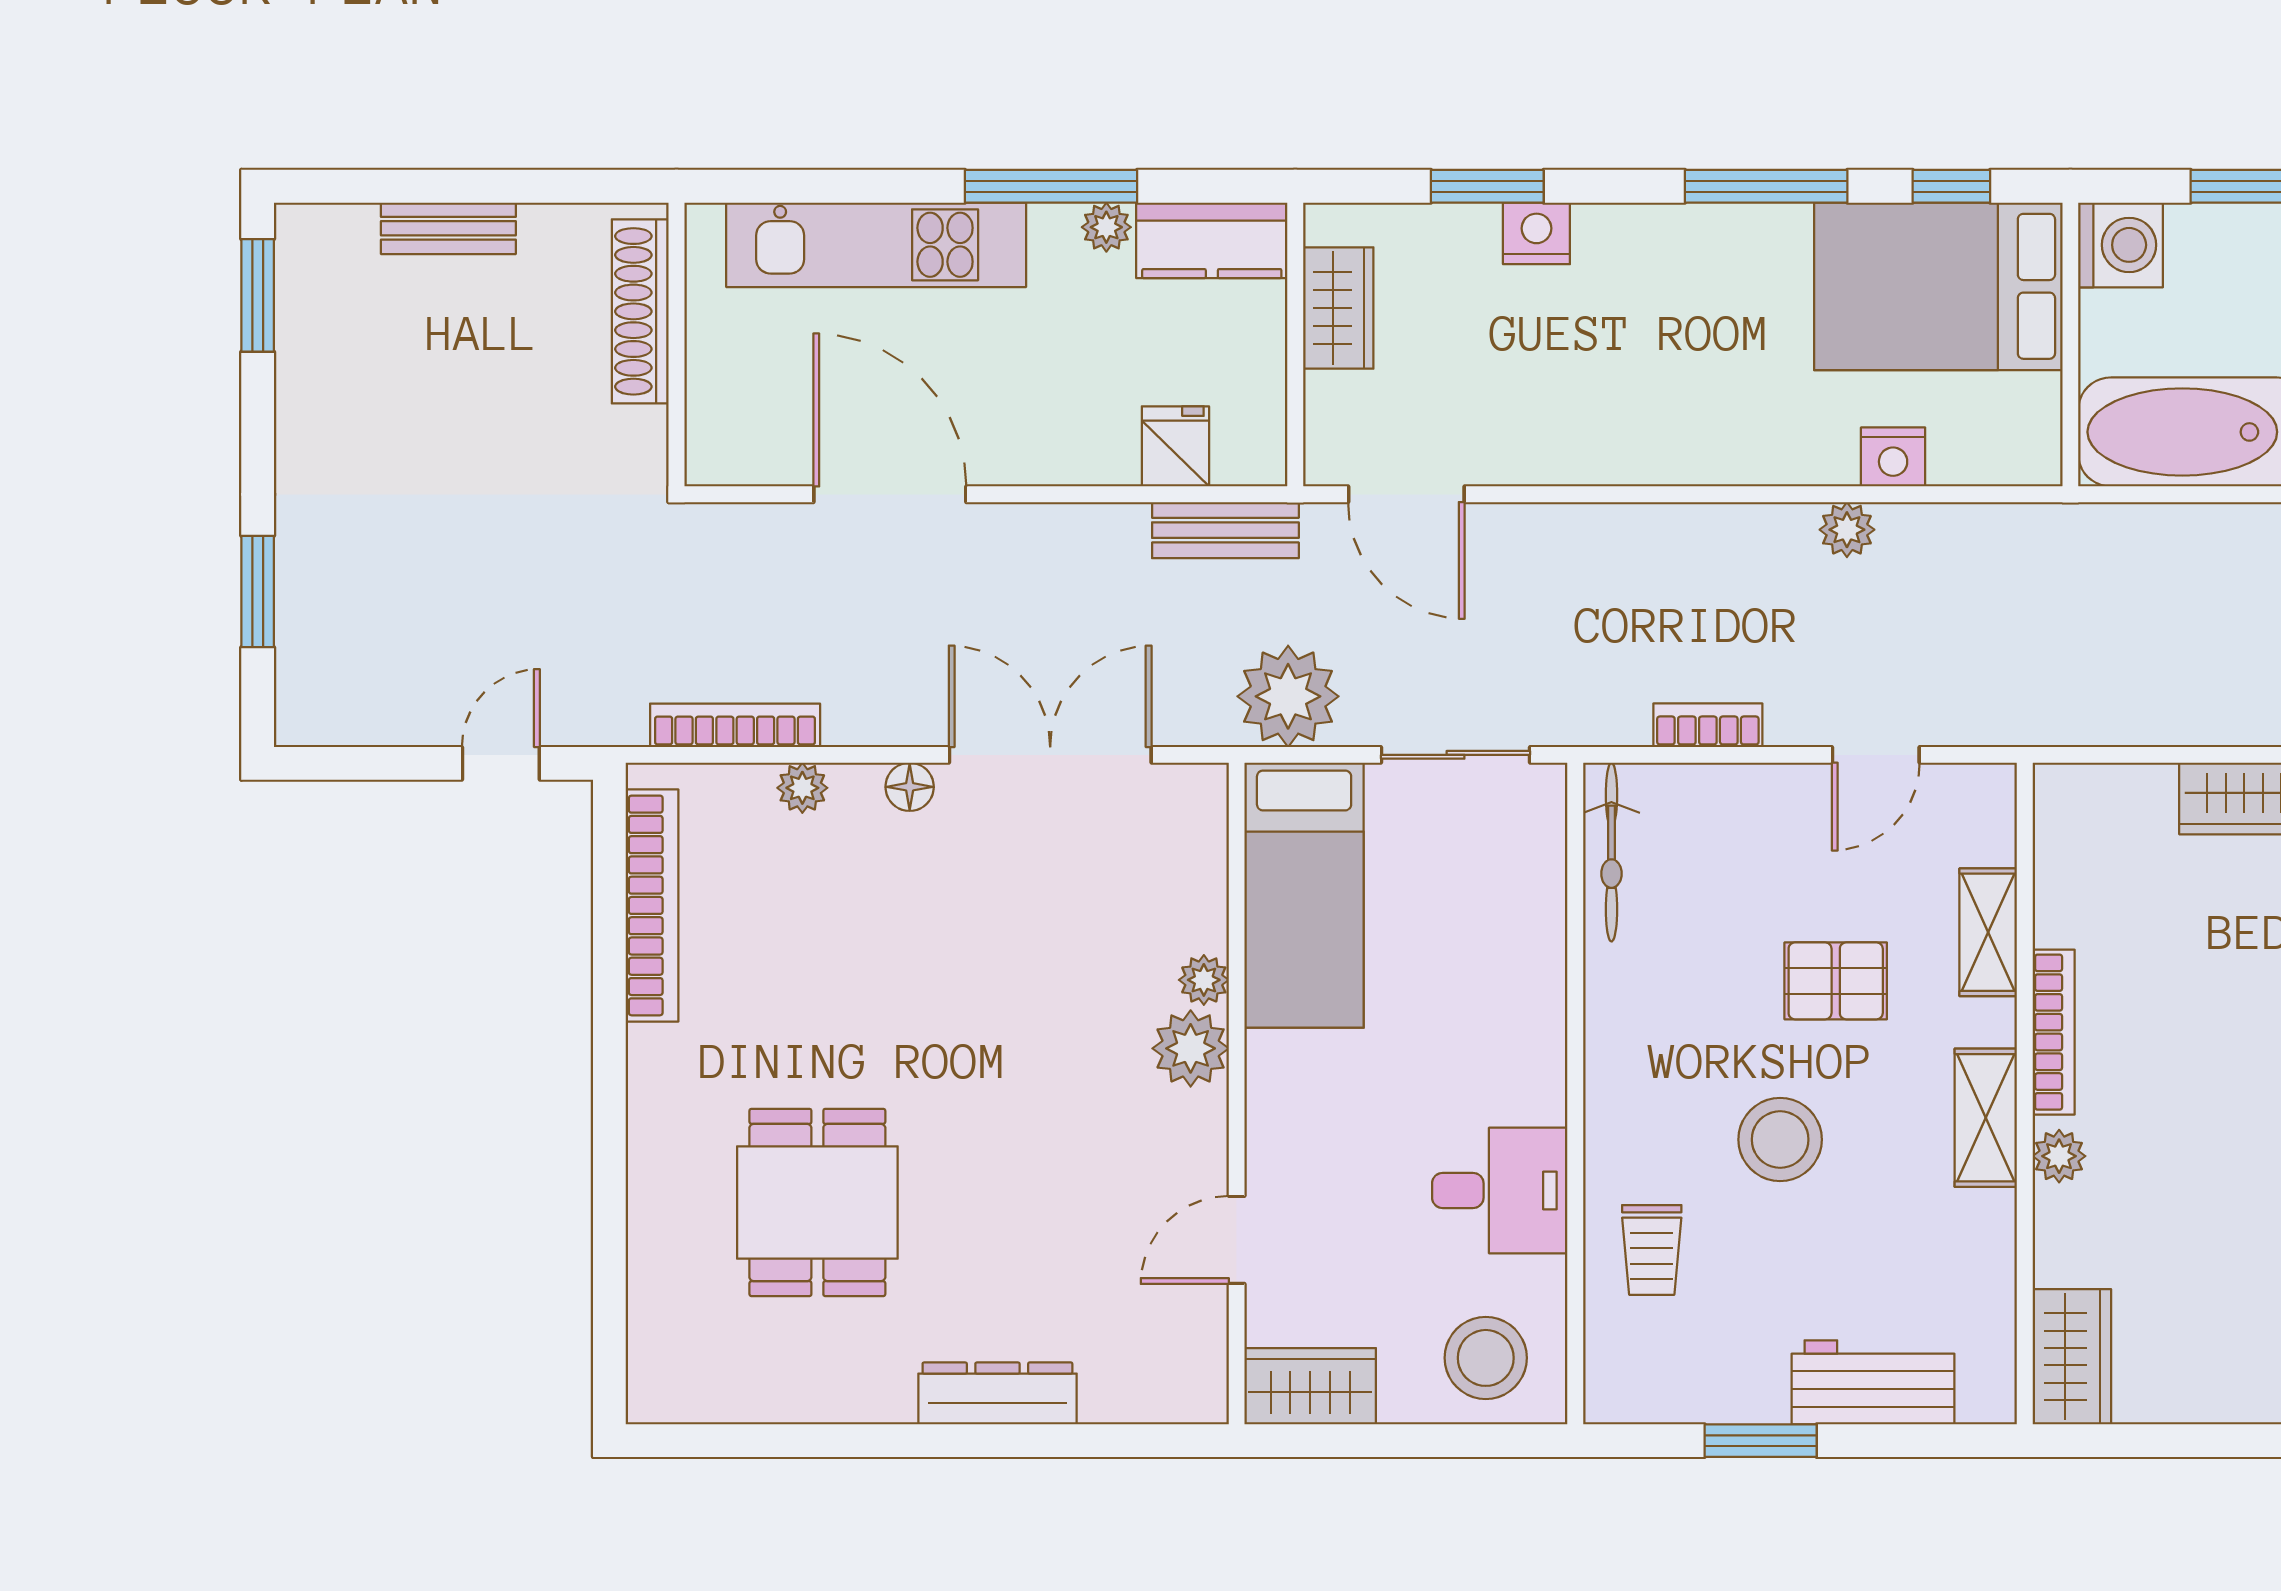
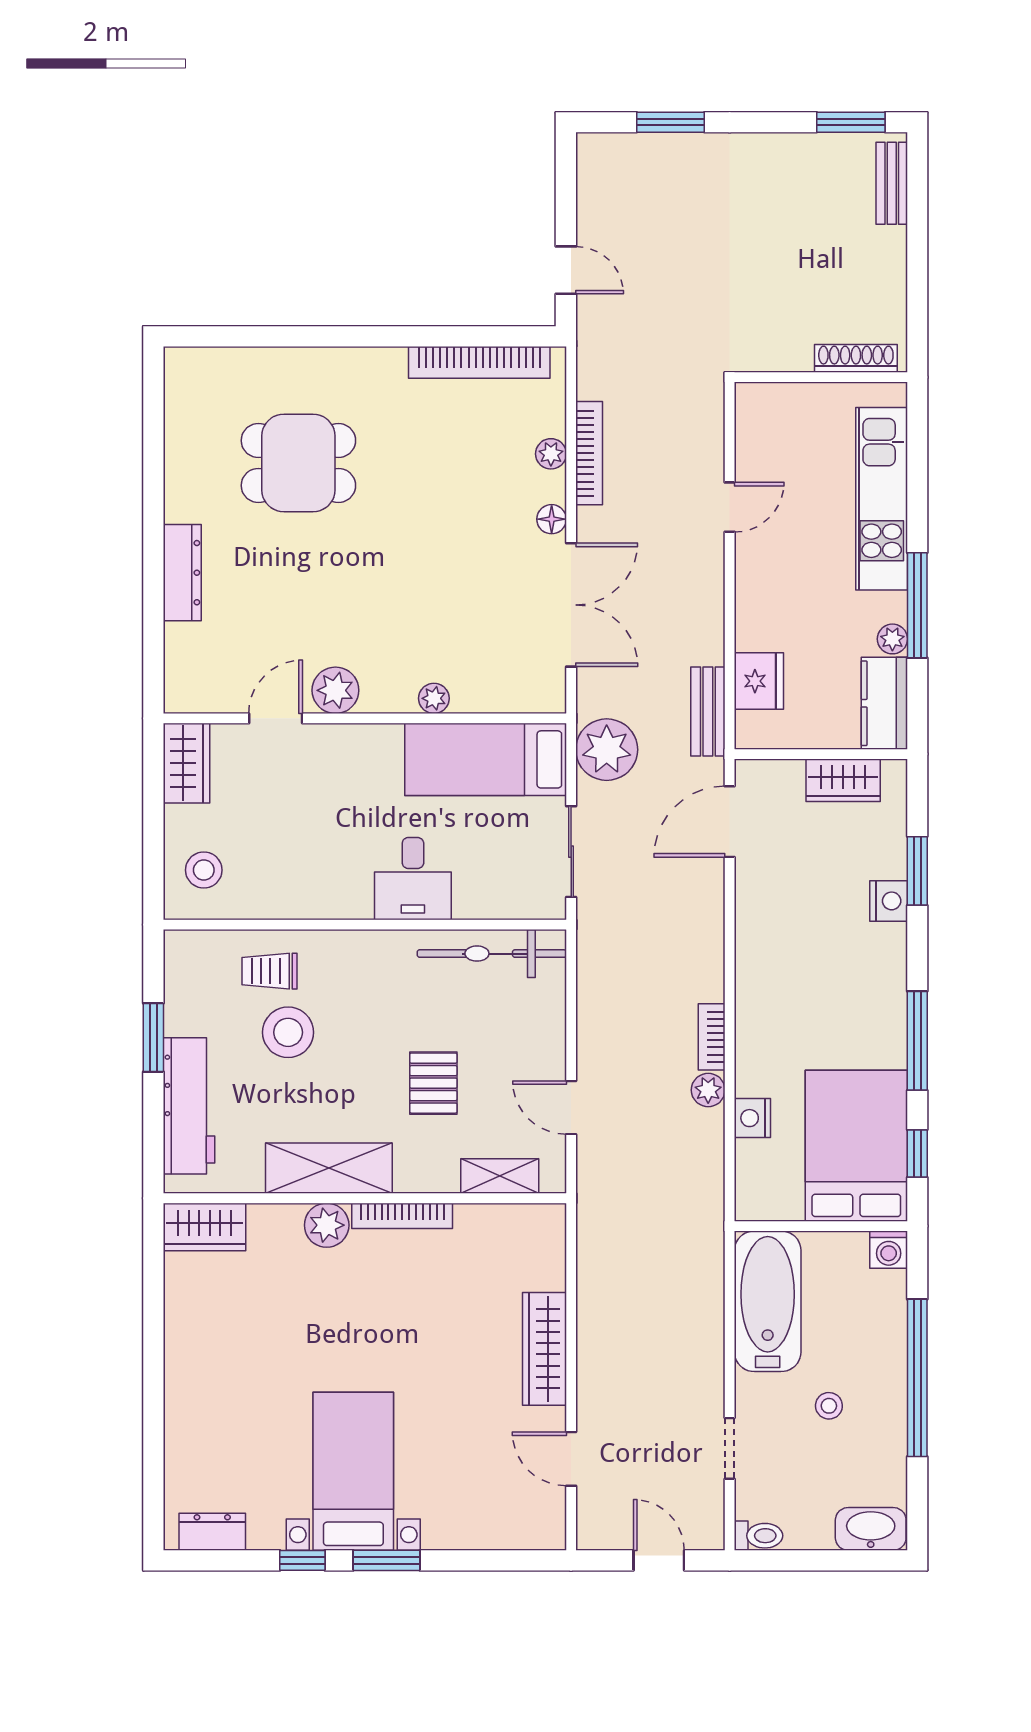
bench: (448, 228) -> (892, 183), moved
washing machine: (2121, 245) -> (889, 1250), width x0.73, depth x0.73
shoe rack: (640, 311) -> (856, 358), width x0.74, depth x0.81
fridge: (1175, 446) -> (759, 681), width x1.38
door: (890, 494) -> (730, 507), width x0.53
bookcase: (735, 725) -> (589, 453), moved
bookcase: (1708, 725) -> (712, 1037), moved, turned 180
bicycle: (1611, 852) -> (492, 954), width x1.37, depth x1.40
shelving: (1988, 932) -> (500, 1176), moved
plant: (1191, 1048) -> (335, 690), moved
shelving: (1986, 1118) -> (329, 1168), width x1.50, depth x1.33
stool: (1780, 1140) -> (288, 1032), moved
plant: (2059, 1156) -> (327, 1225), width x1.38, depth x1.38
desk: (1500, 1190) -> (413, 879), moved
door: (1237, 1240) -> (276, 718), hinge flipped
stool: (1486, 1358) -> (204, 870), width x0.73, depth x0.73
workbench: (1873, 1382) -> (189, 1106), width x1.38

